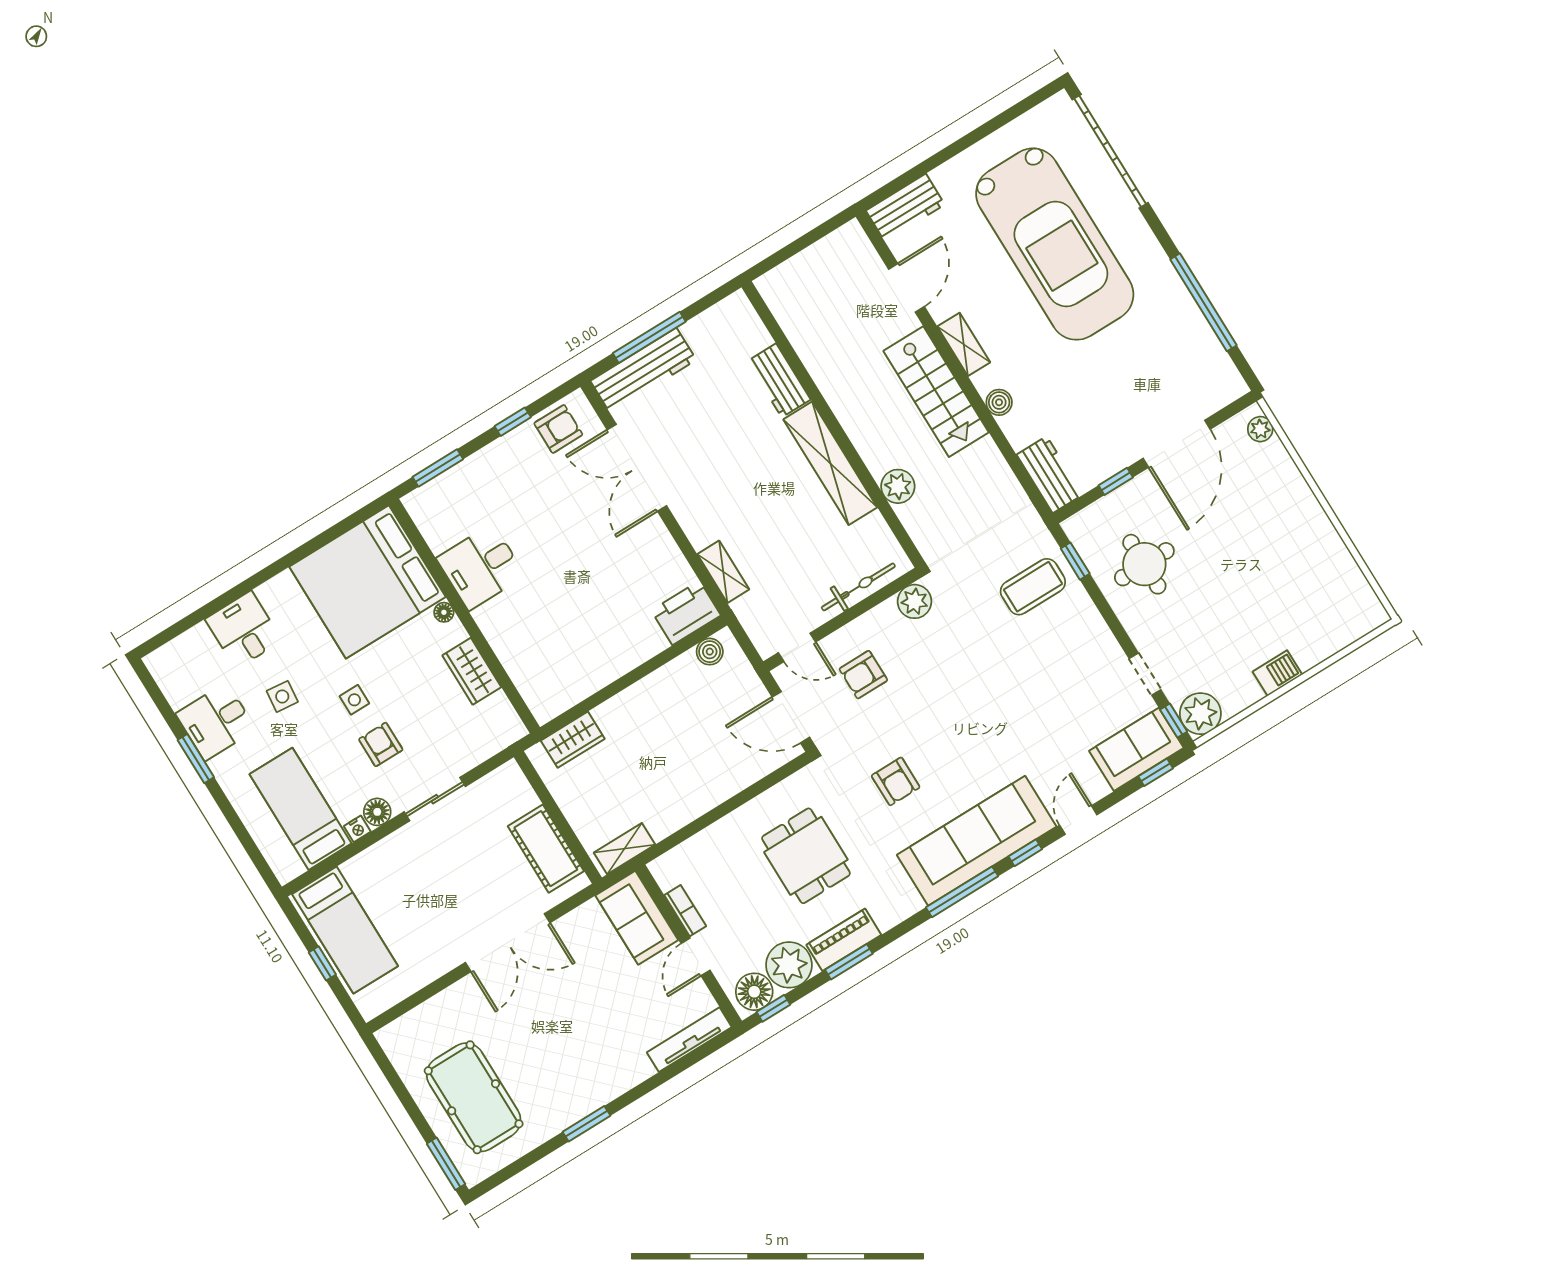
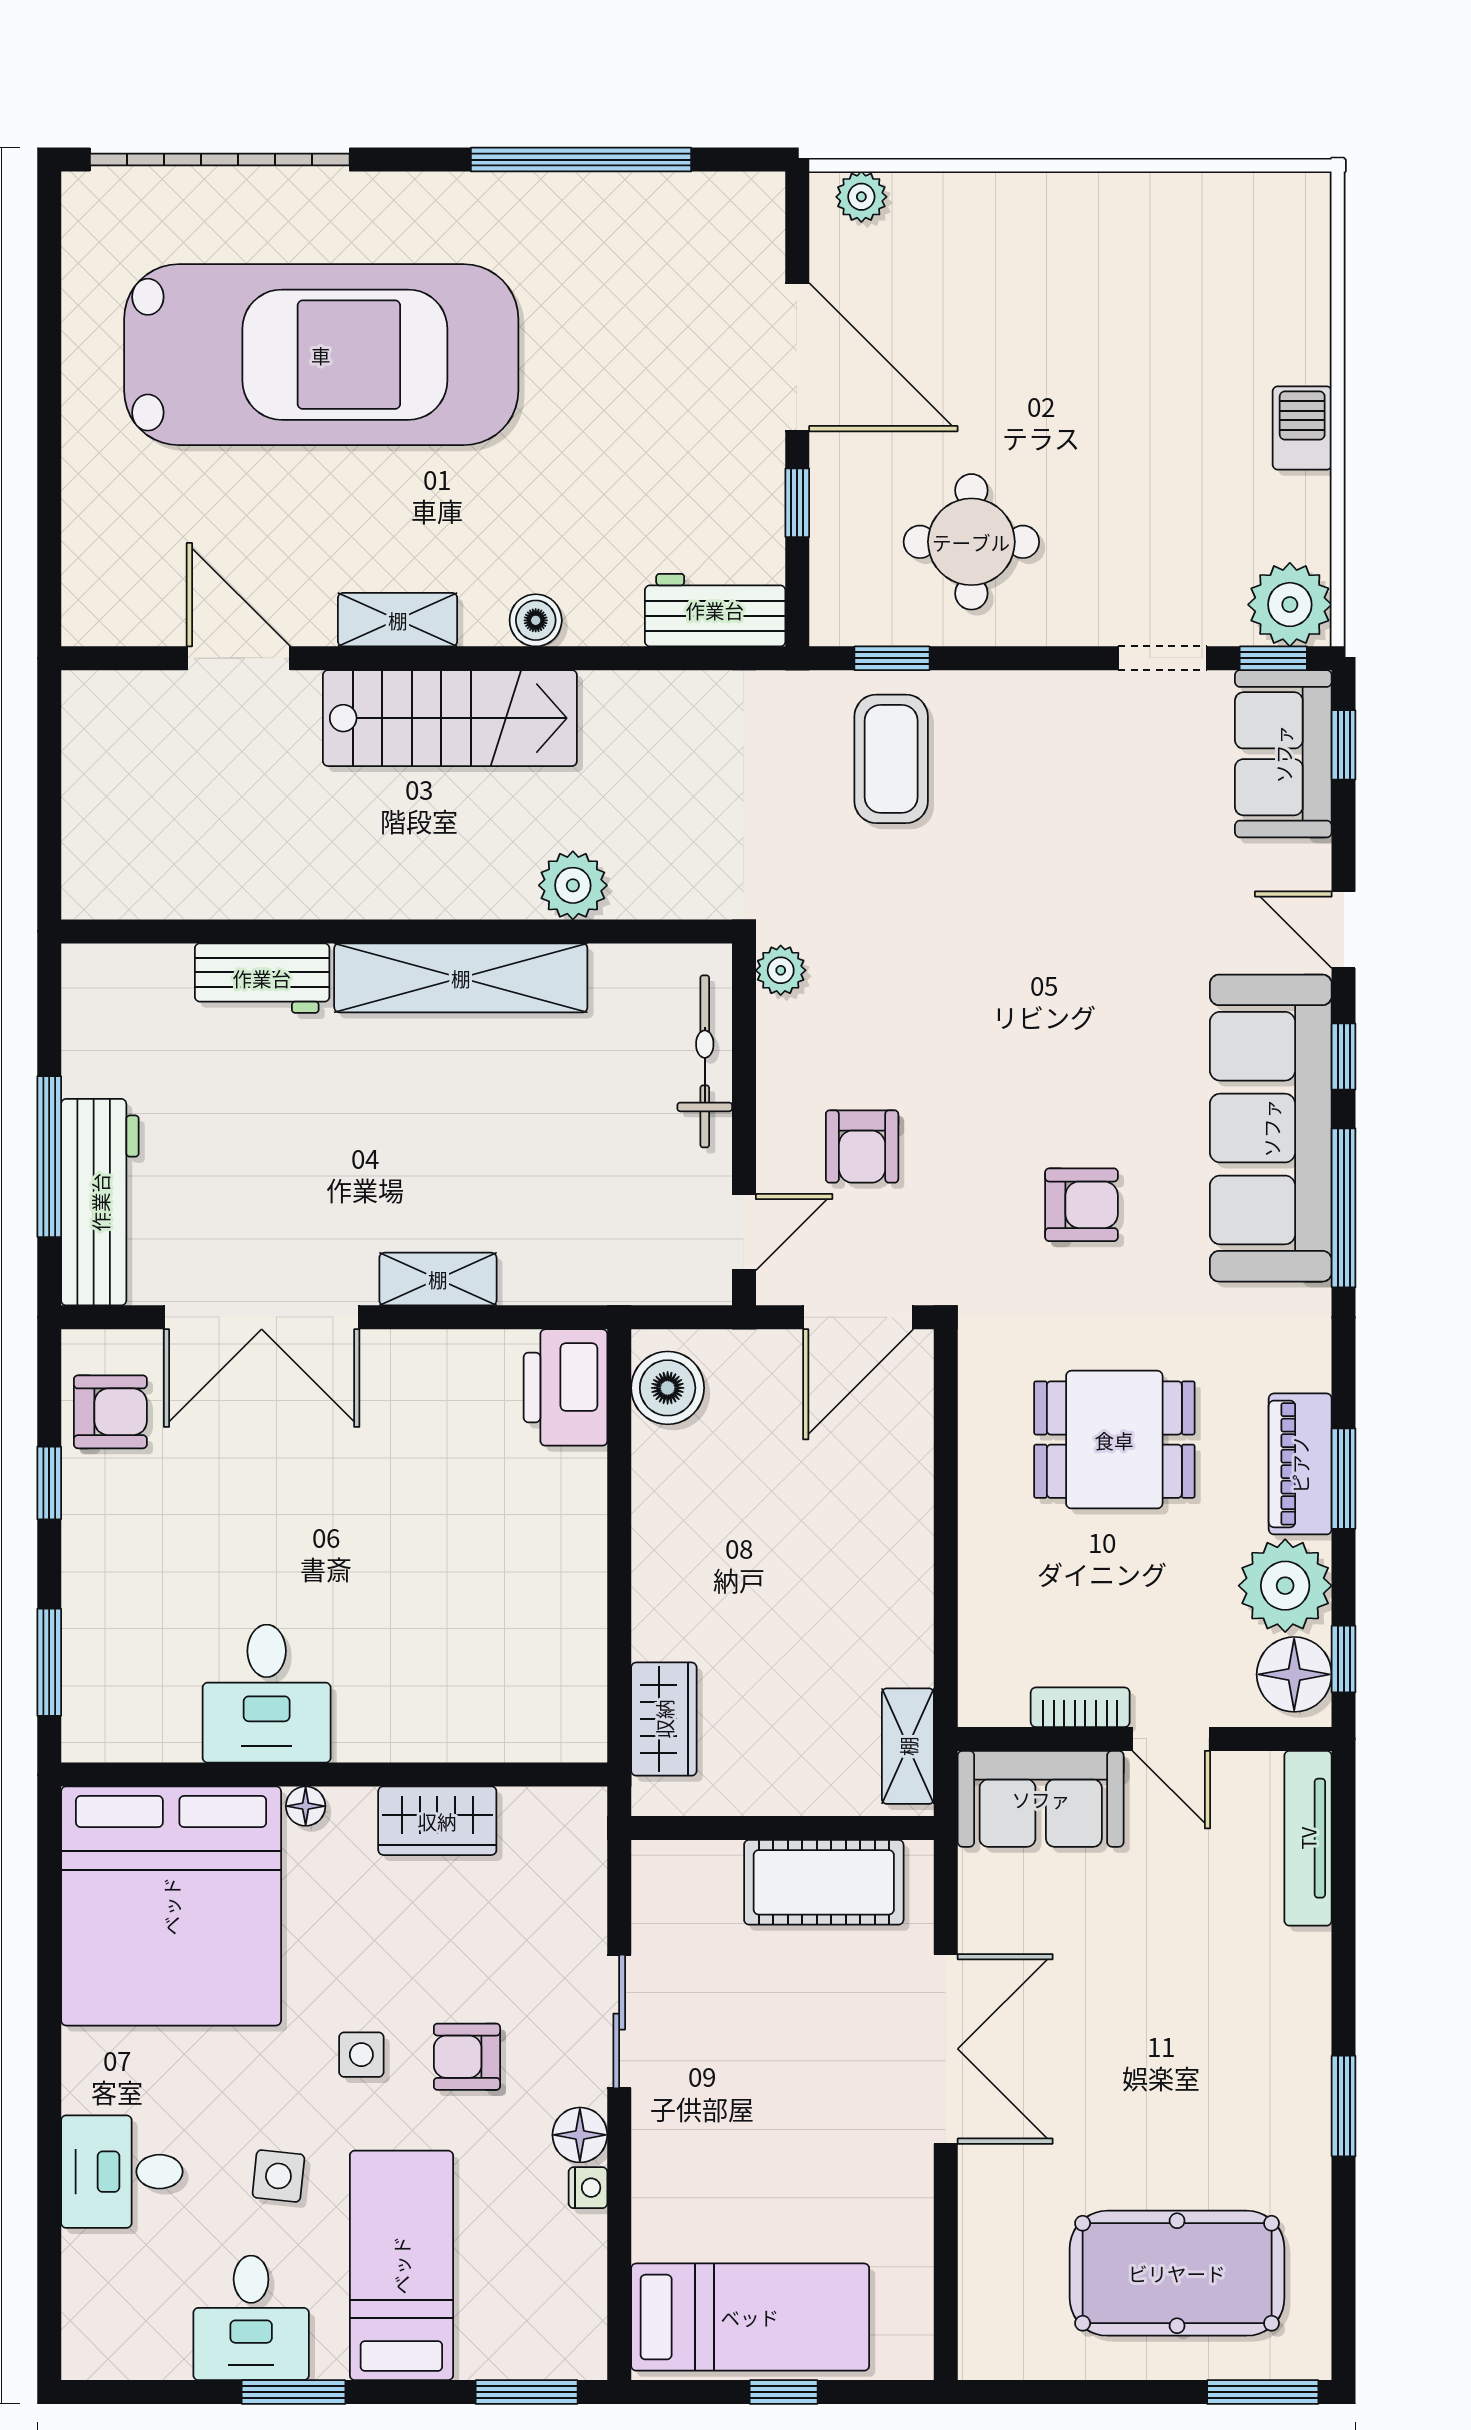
workbench: (905, 208) -> (98, 574), removed
armchair: (558, 429) -> (110, 1412), turned 90
shelving: (723, 572) -> (438, 1279), moved
plant: (915, 601) -> (781, 970), width x0.73, depth x0.73
boiler: (710, 652) -> (668, 1388), width x1.36, depth x1.36
bed: (301, 809) -> (401, 2265), moved, turned 90
window: (256, 856) -> (527, 2392), added

